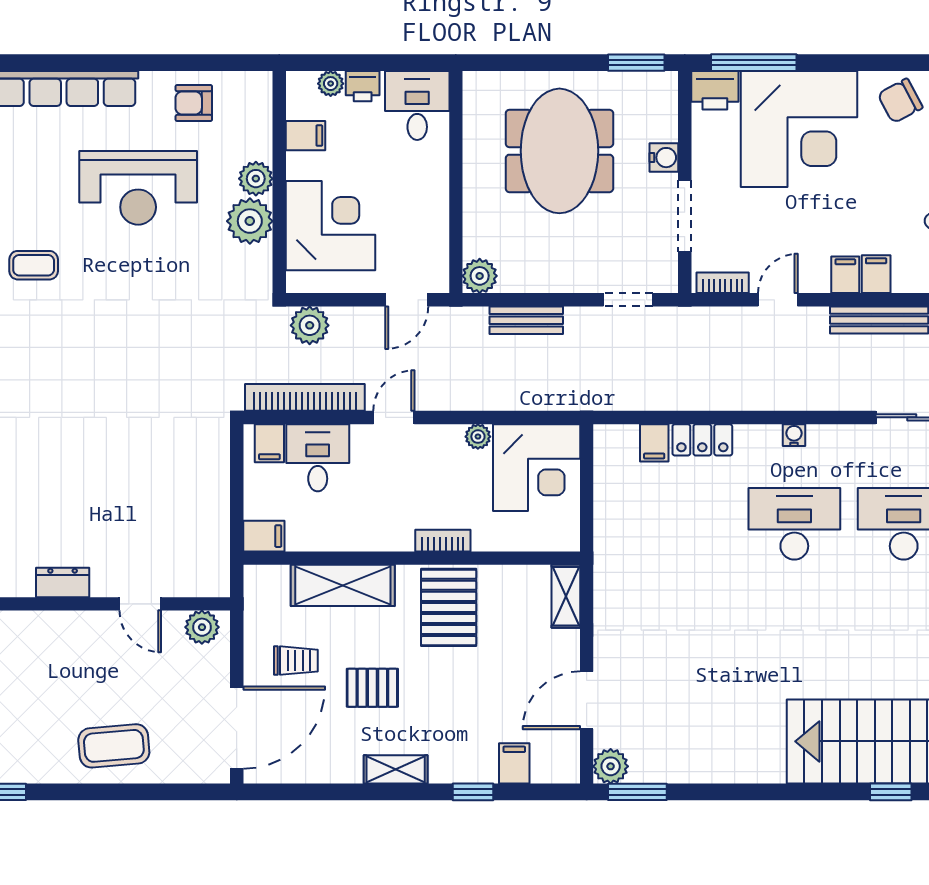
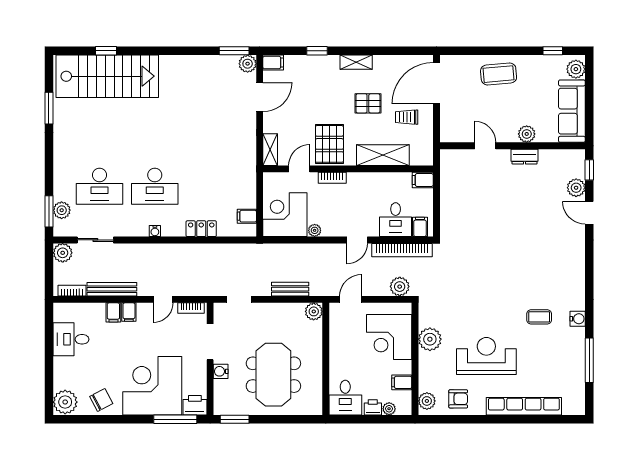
plant: (256, 179) -> (427, 401), moved
filing cabinet: (654, 443) -> (247, 216), moved, turned -90
door: (508, 558) -> (299, 169), added
plant: (202, 627) -> (527, 134), moved
filing cabinet: (514, 763) -> (273, 63), moved, turned -90

